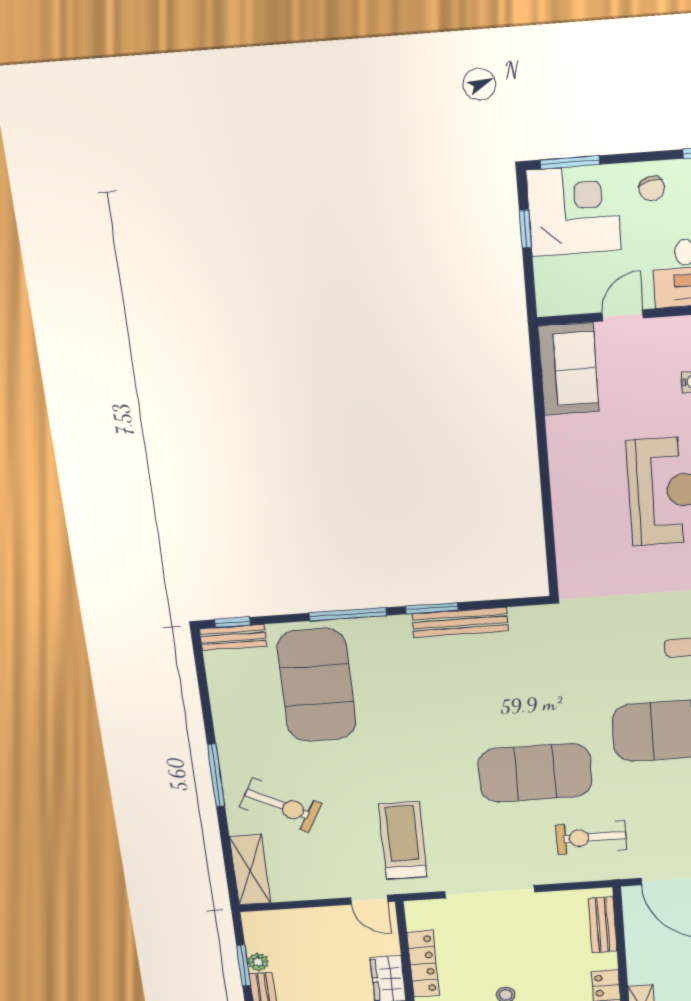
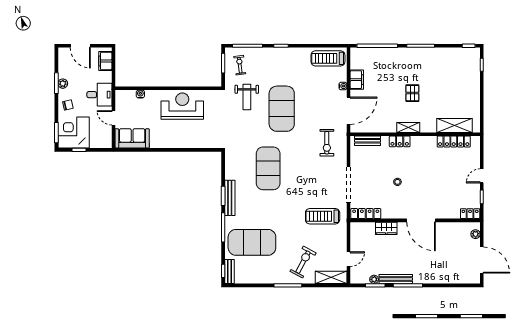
bench: (460, 622) -> (230, 198), moved
exercise mat: (535, 773) -> (268, 168), moved
door: (369, 900) -> (349, 259), moved
locker: (423, 964) -> (366, 214), moved

